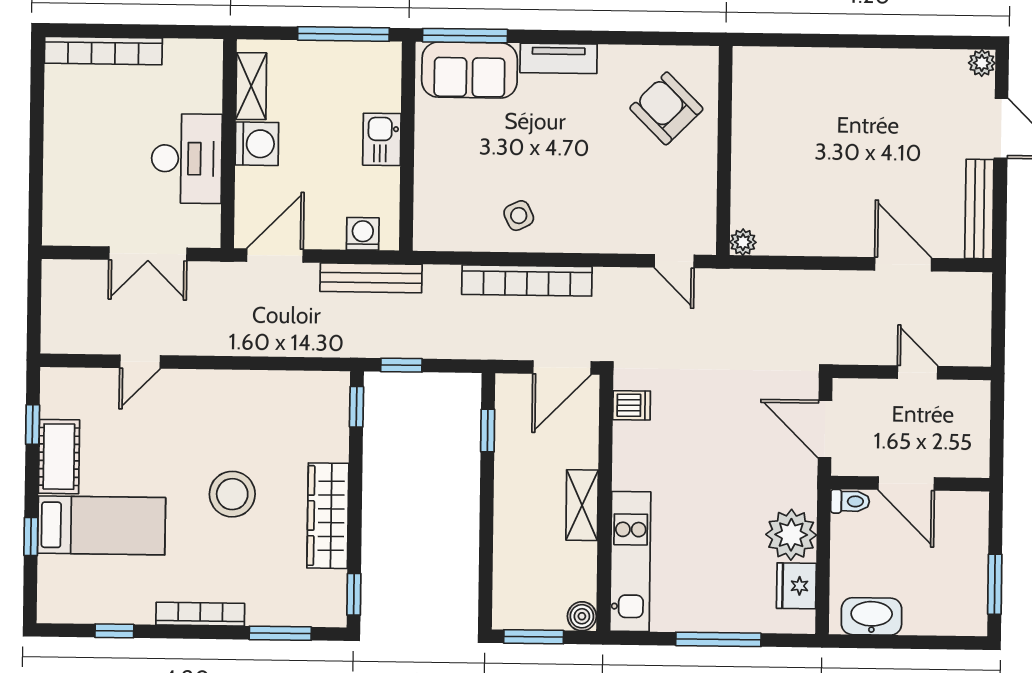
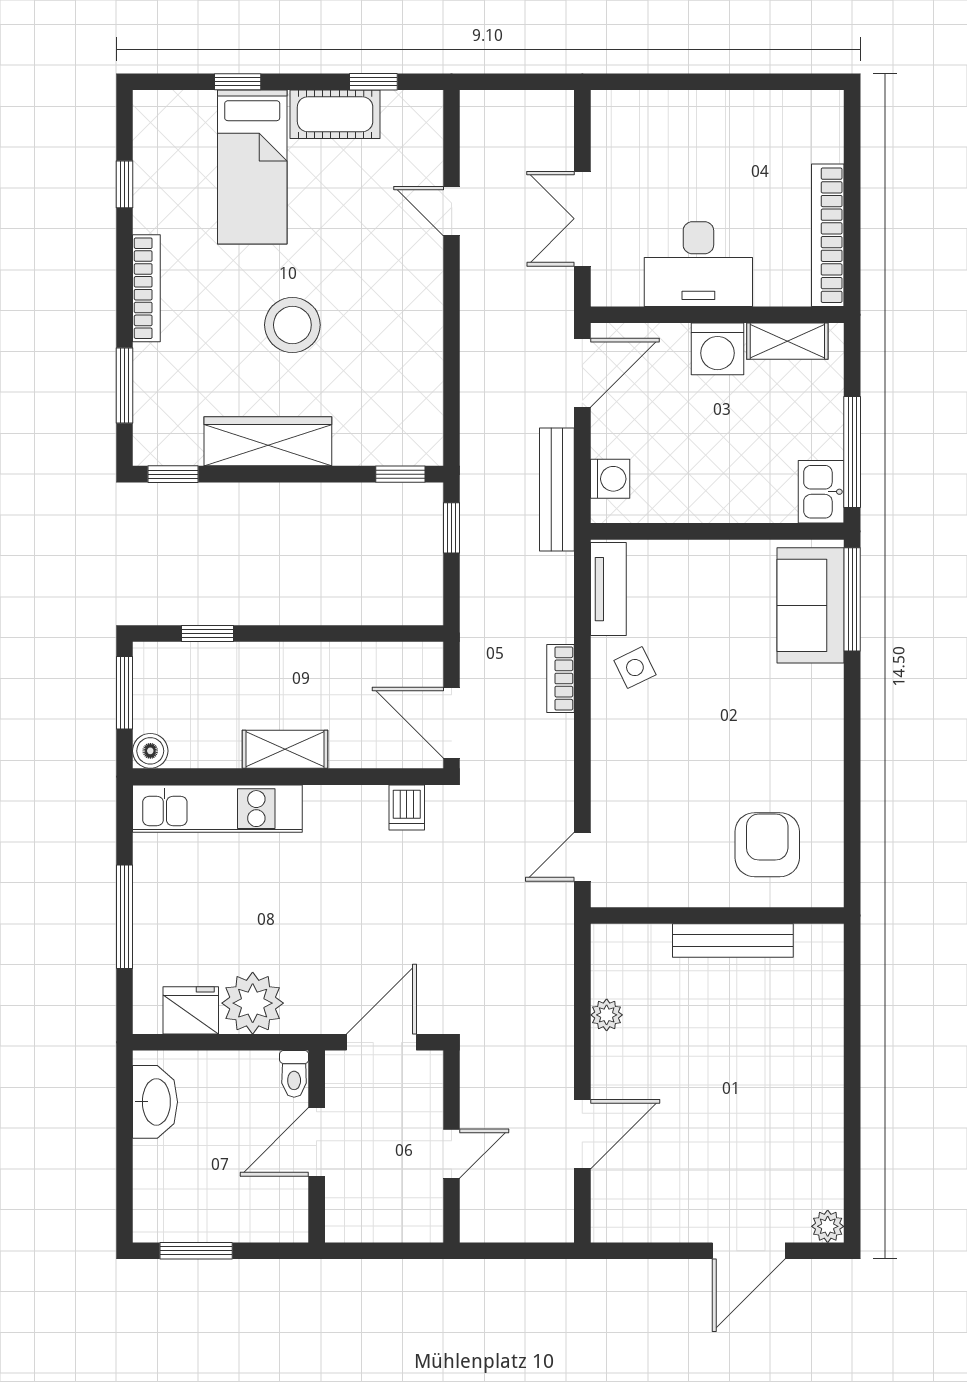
bookcase: (103, 51) -> (828, 235), moved
tv unit: (559, 58) -> (608, 589), moved, turned 180
armchair: (666, 108) -> (767, 845), turned -45
kitchen sink: (382, 139) -> (821, 492), moved, turned -90
bench: (979, 209) -> (733, 941), moved
plant: (743, 242) -> (607, 1015), moved
door: (275, 256) -> (582, 373), hinge flipped
bookcase: (527, 281) -> (561, 678), width x0.43, depth x0.76
window: (488, 431) -> (208, 634), moved

